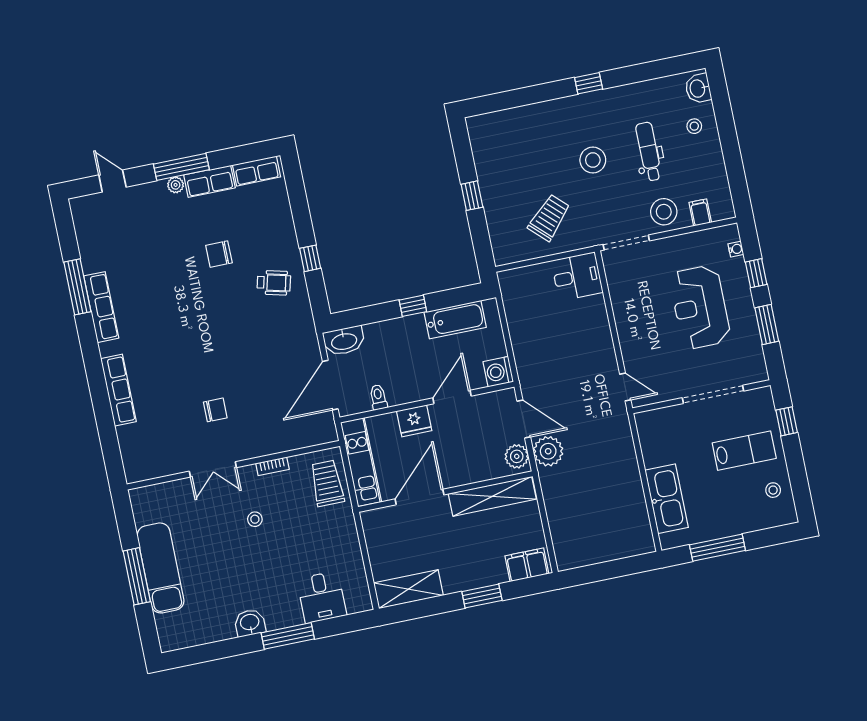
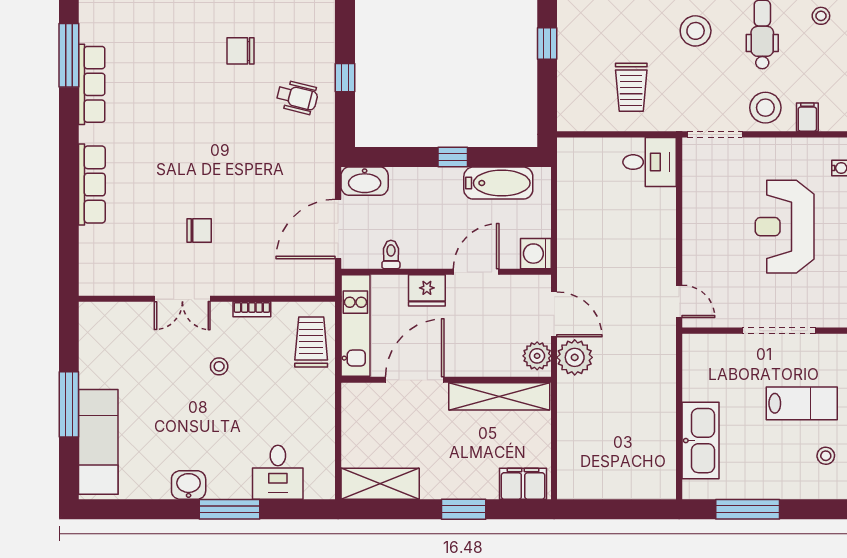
trolley: (549, 218) -> (631, 87), turned 136
exam couch: (161, 568) -> (98, 442), moved

